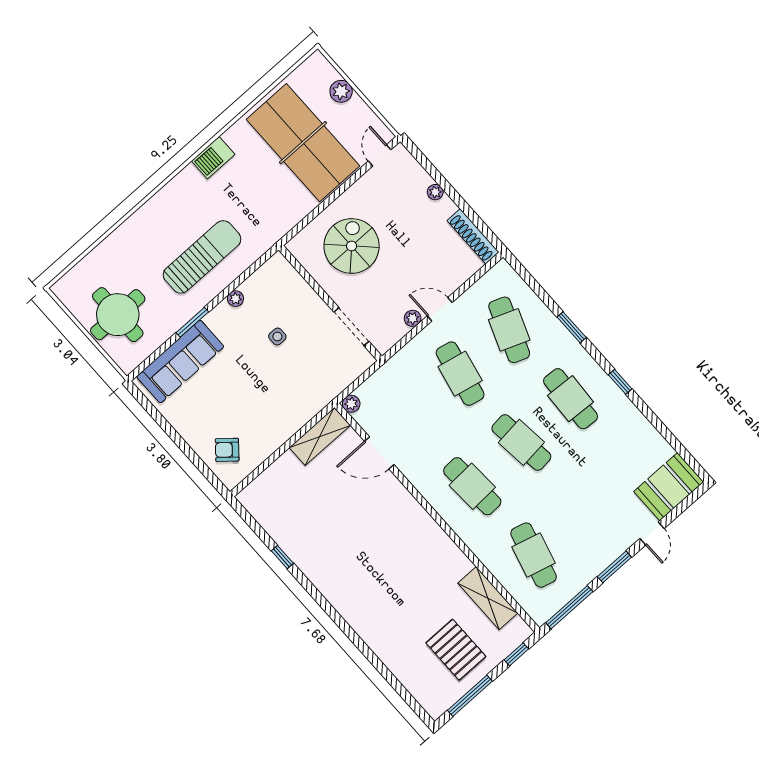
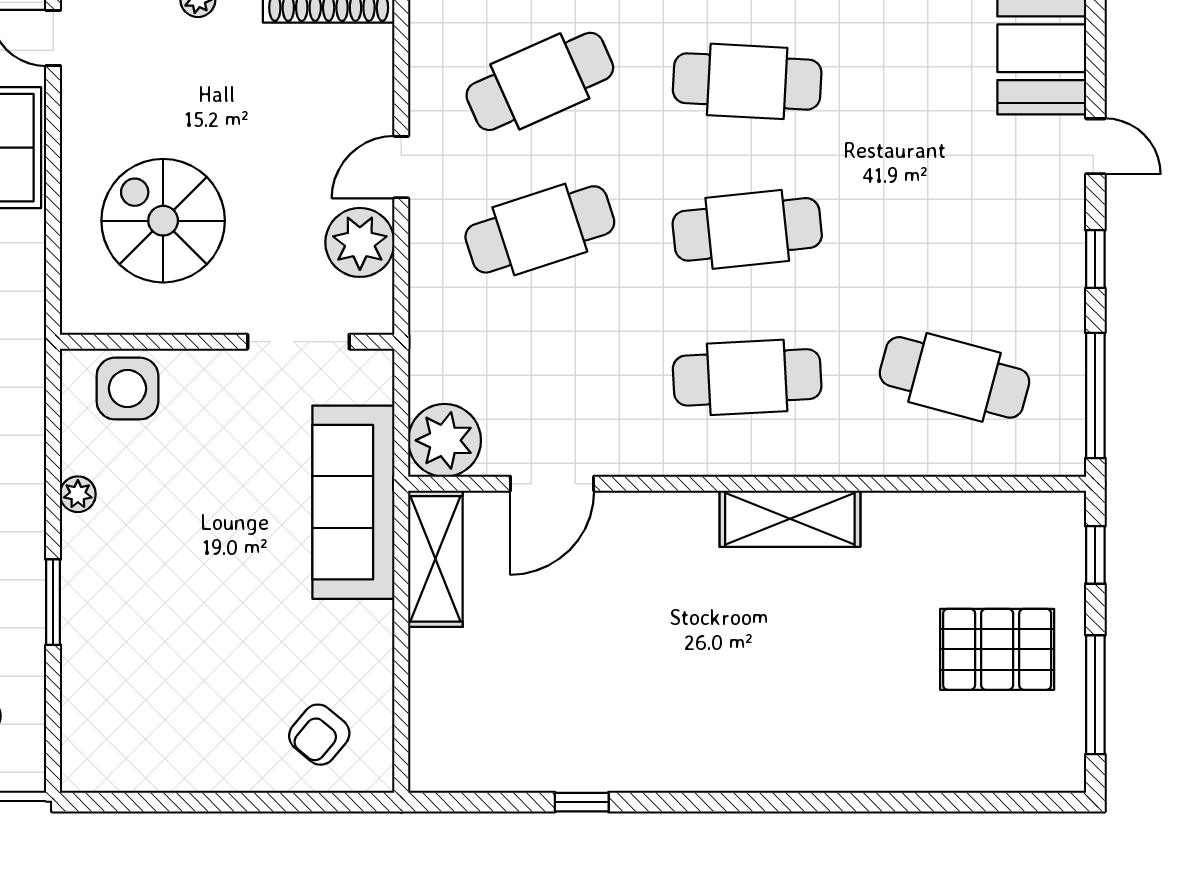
plant: (413, 318) -> (360, 242), width x1.88, depth x1.88
cafe table: (509, 330) -> (540, 81), turned -45
side table: (277, 336) -> (127, 389), moved, width x1.87, depth x1.87
sofa: (180, 362) -> (353, 502), moved, turned 180
cafe table: (460, 374) -> (540, 229), turned -30
plant: (351, 404) -> (445, 440), width x1.88, depth x1.88
window: (615, 567) -> (1095, 259), width x0.67
shelving: (488, 598) -> (790, 519), moved

